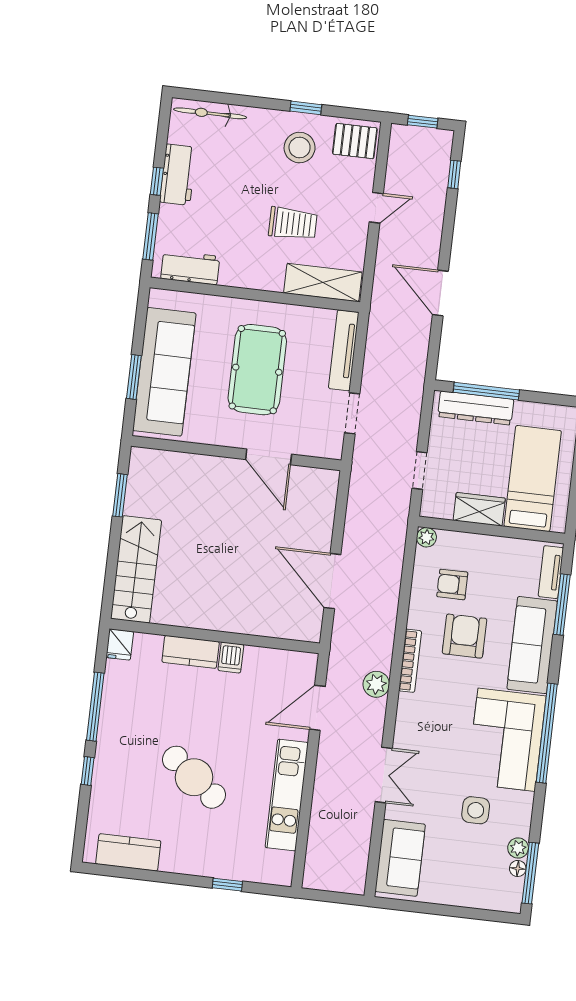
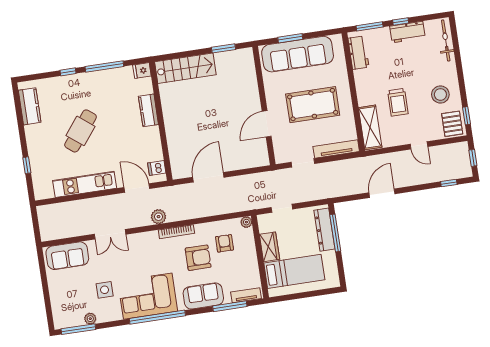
window: (306, 108) -> (467, 116), moved
sofa: (532, 645) -> (203, 296), width x0.73
dishwasher: (231, 657) -> (157, 168), moved
floor lamp: (518, 868) -> (79, 321), removed

